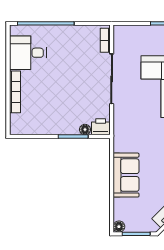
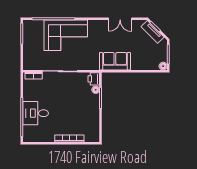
desk: (28, 53) -> (36, 113), moved, turned 90
sofa: (126, 175) -> (115, 61), moved

